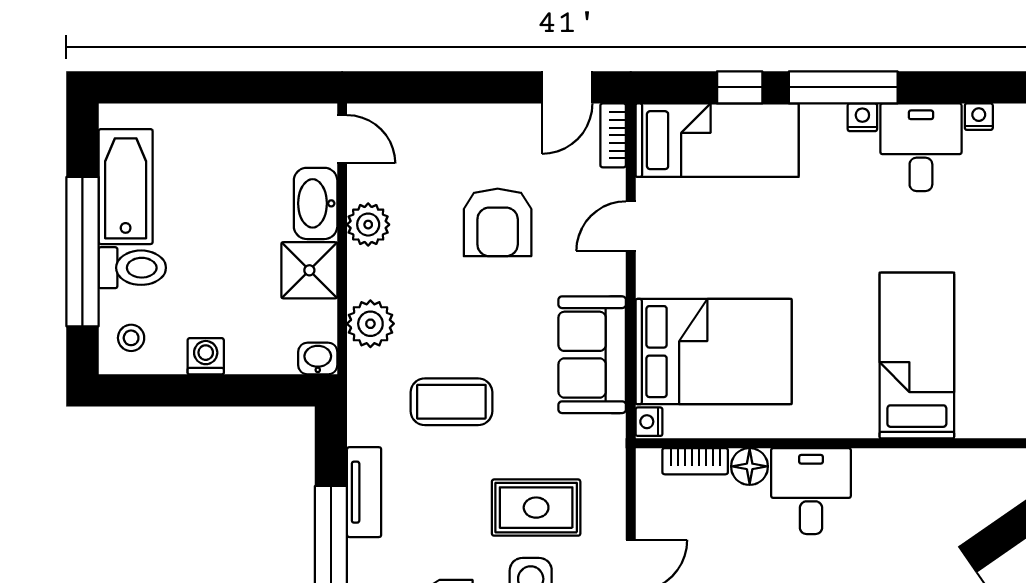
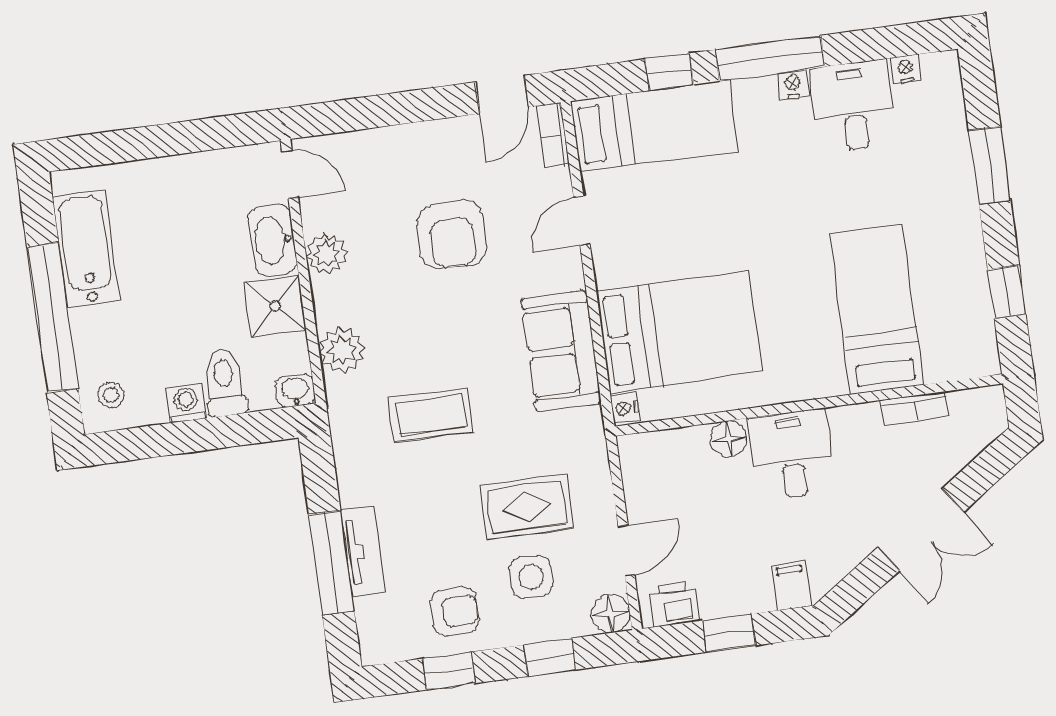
toilet: (132, 268) -> (225, 382), moved, turned -90
bookcase: (695, 461) -> (915, 408), moved
tv unit: (364, 492) -> (363, 551), moved

